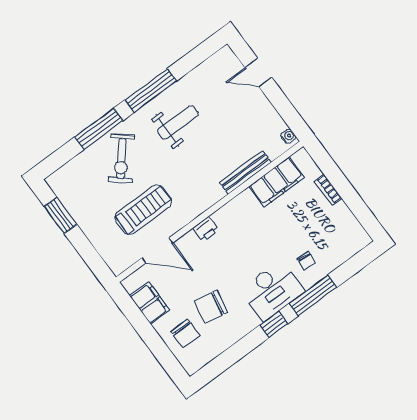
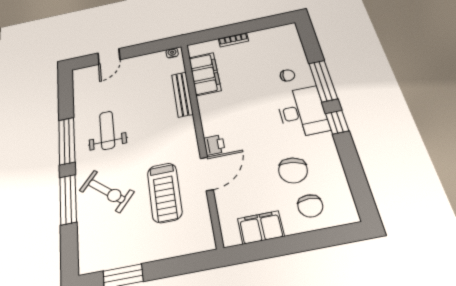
treadmill: (143, 210) -> (165, 192), turned 180
door: (157, 250) -> (207, 174), moved
chair: (185, 333) -> (310, 206), turned 90

